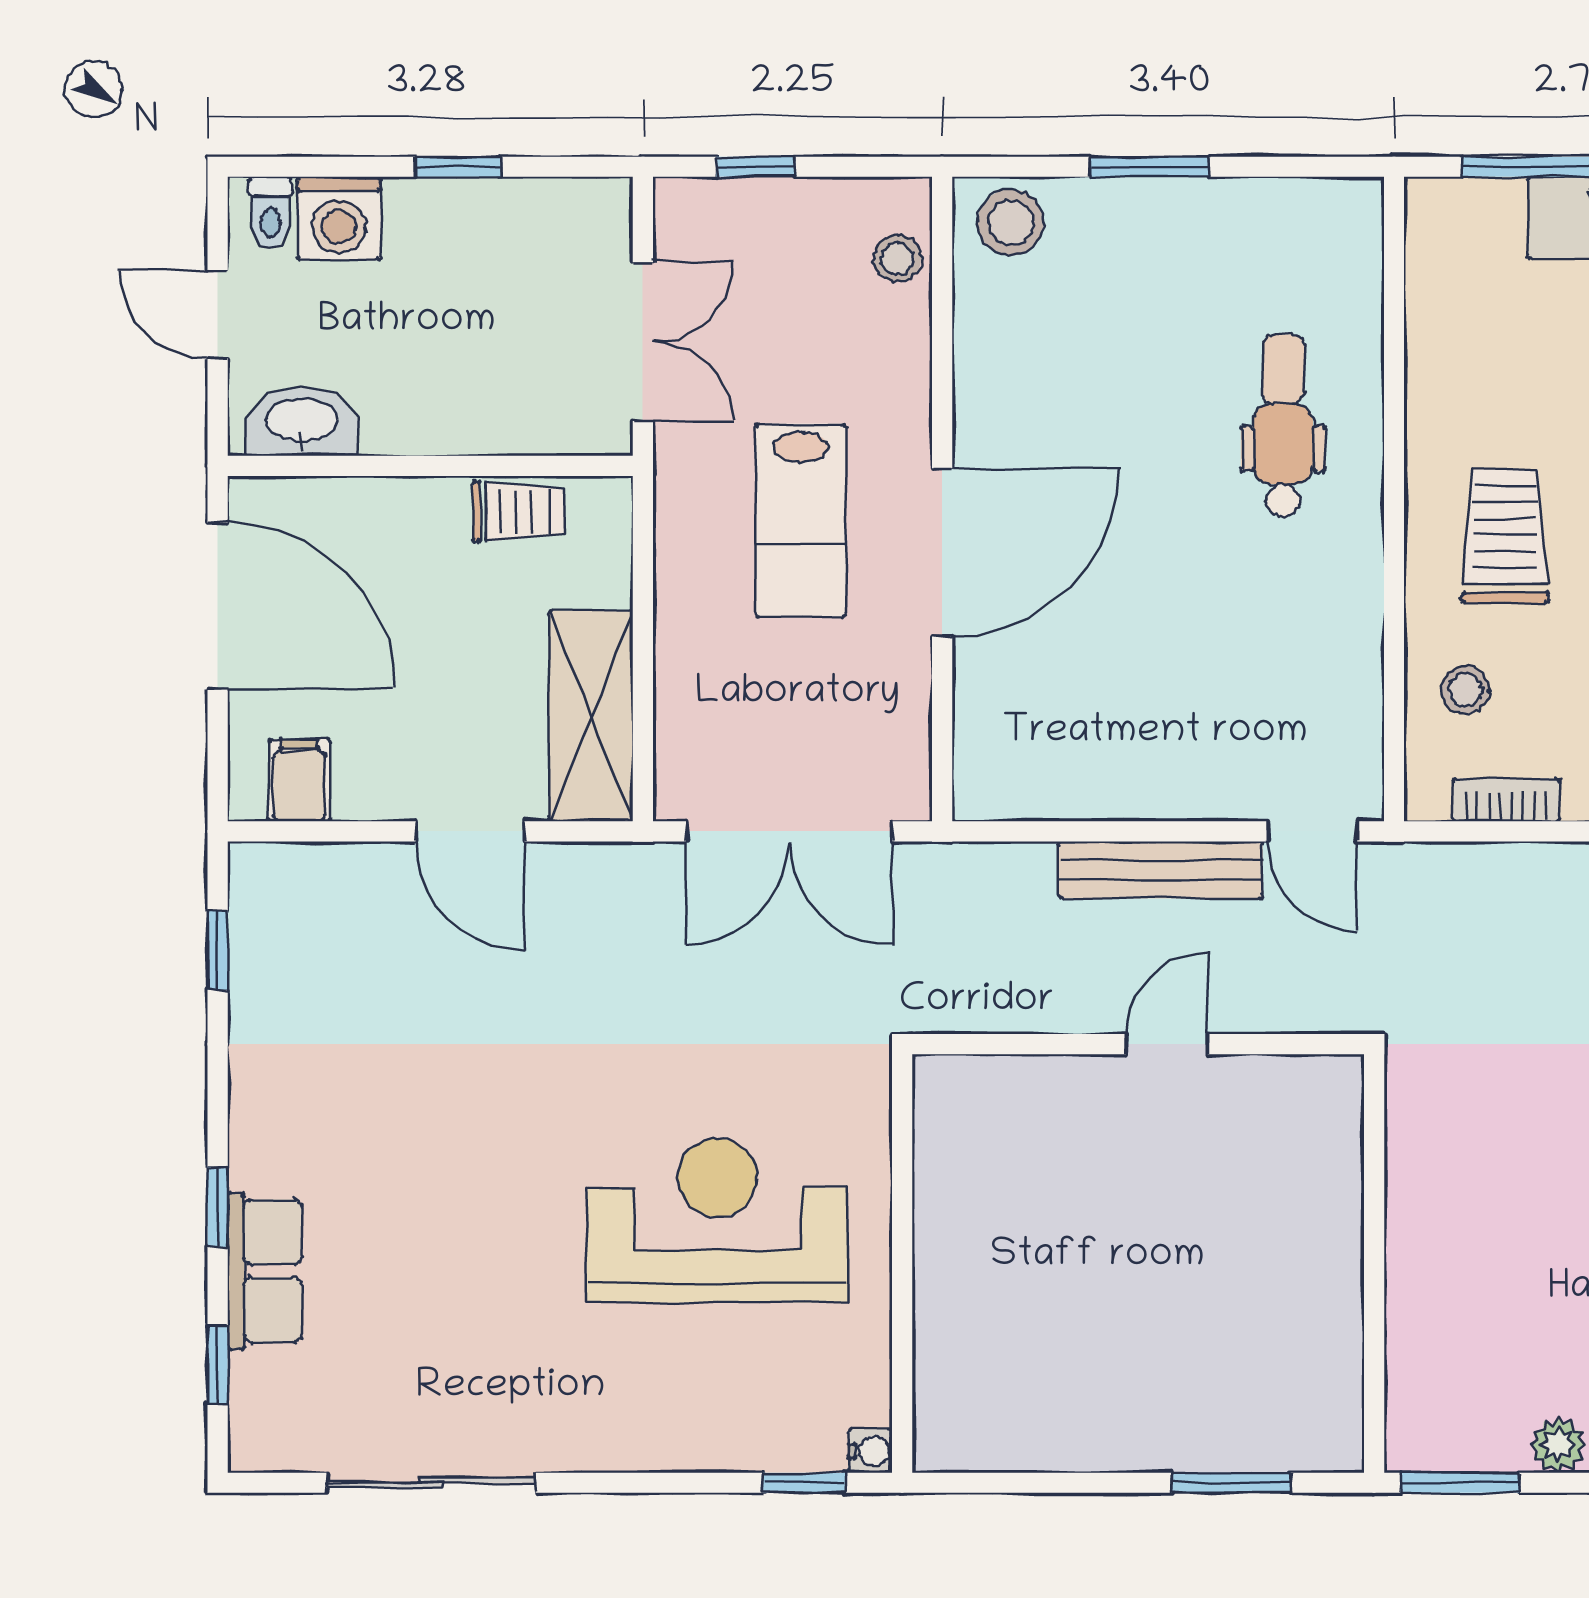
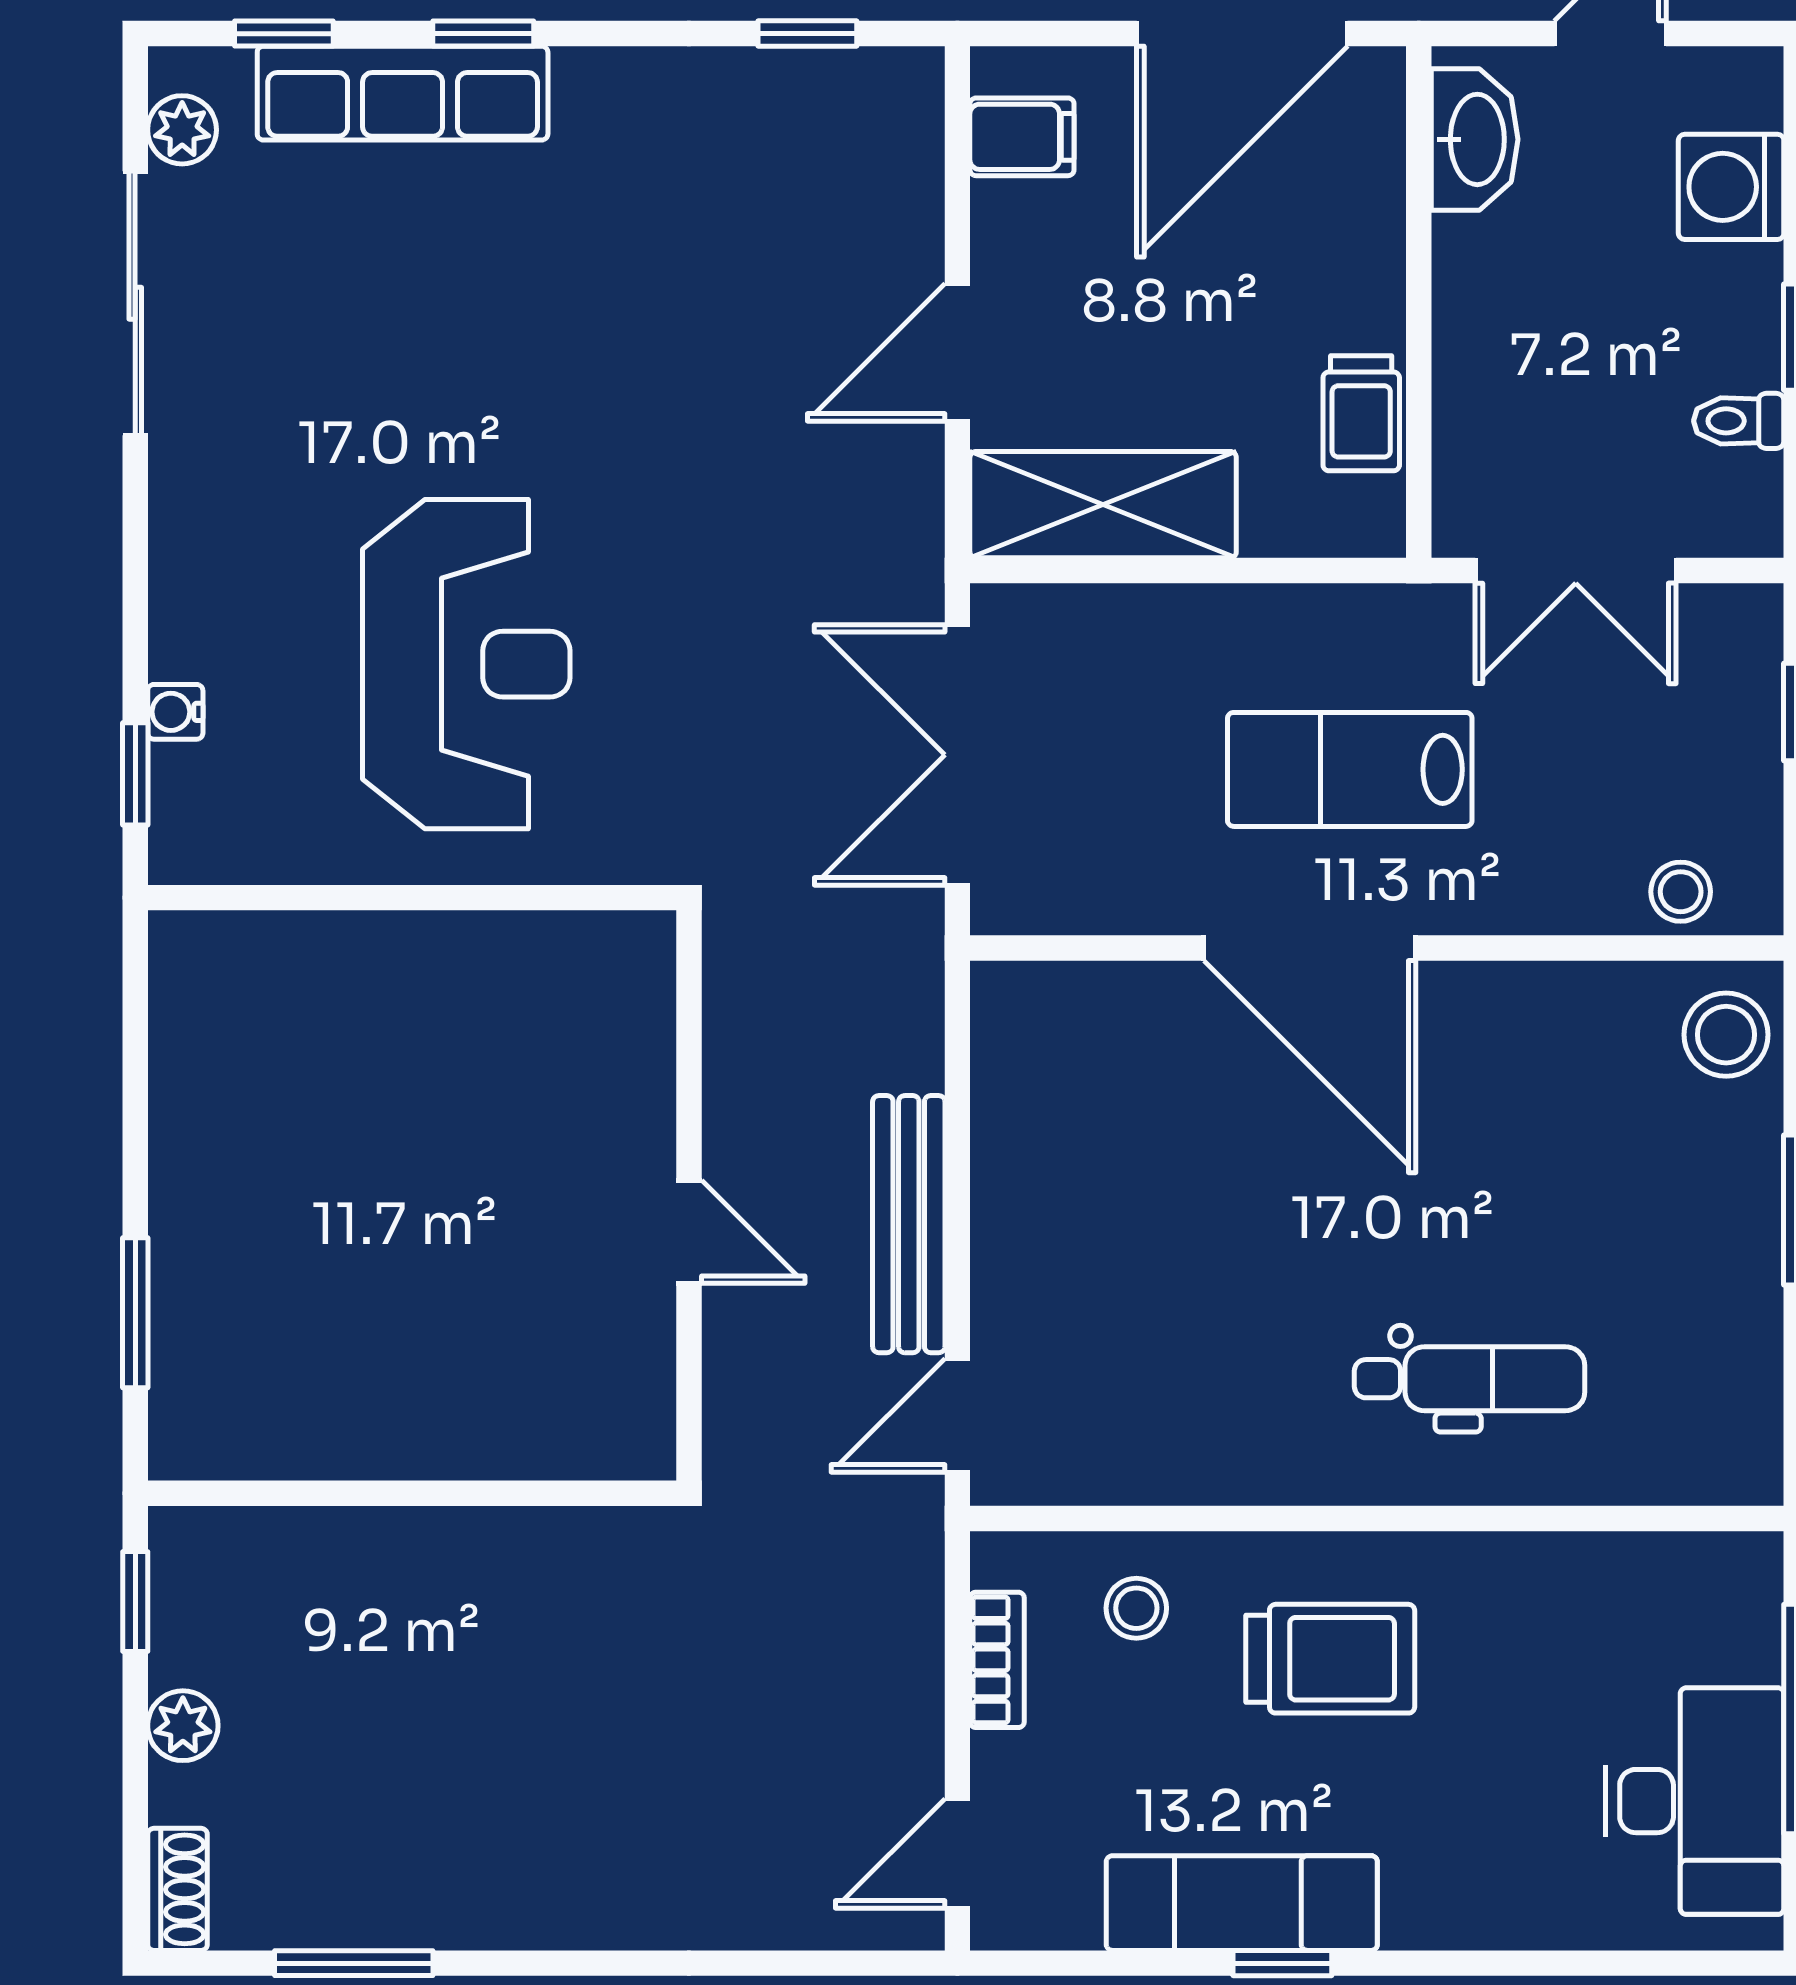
toilet: (270, 212) -> (1739, 421), moved
row of seats: (265, 1271) -> (403, 93), width x1.48
plant: (294, 1446) -> (182, 130), added
water cooler: (870, 1451) -> (175, 712), moved, turned 90
window: (1460, 1483) -> (135, 1602), width x0.67

